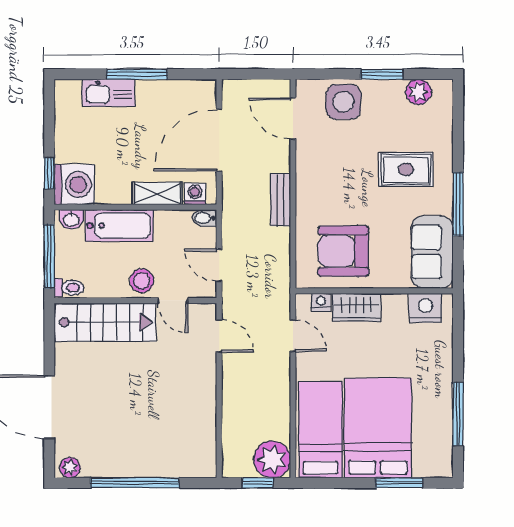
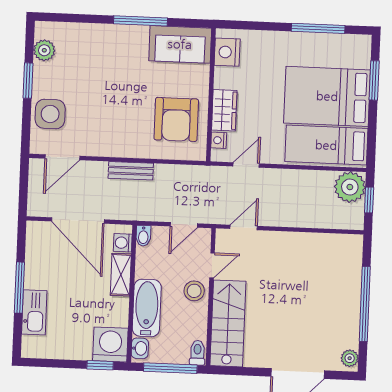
rug: (406, 170) -> (109, 64), removed

